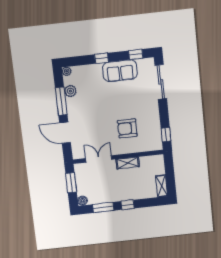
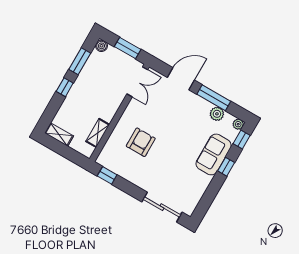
window: (136, 54) -> (242, 140), moved
sofa: (120, 71) -> (214, 154), moved
double door: (99, 159) -> (137, 82), moved
shelving: (128, 163) -> (98, 133), moved

